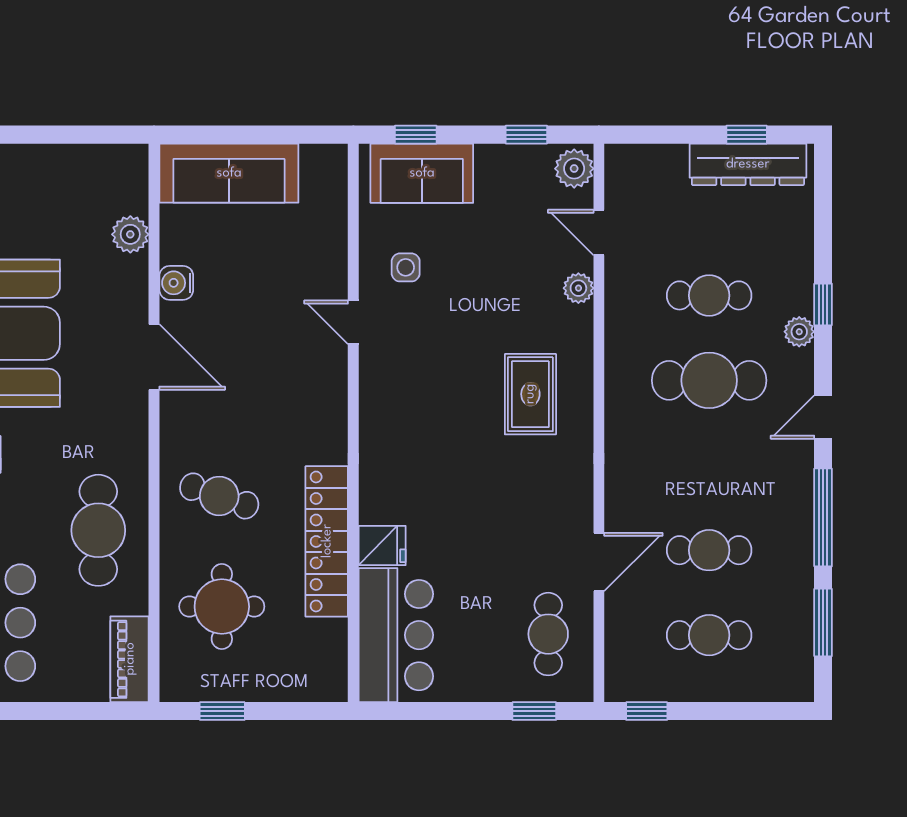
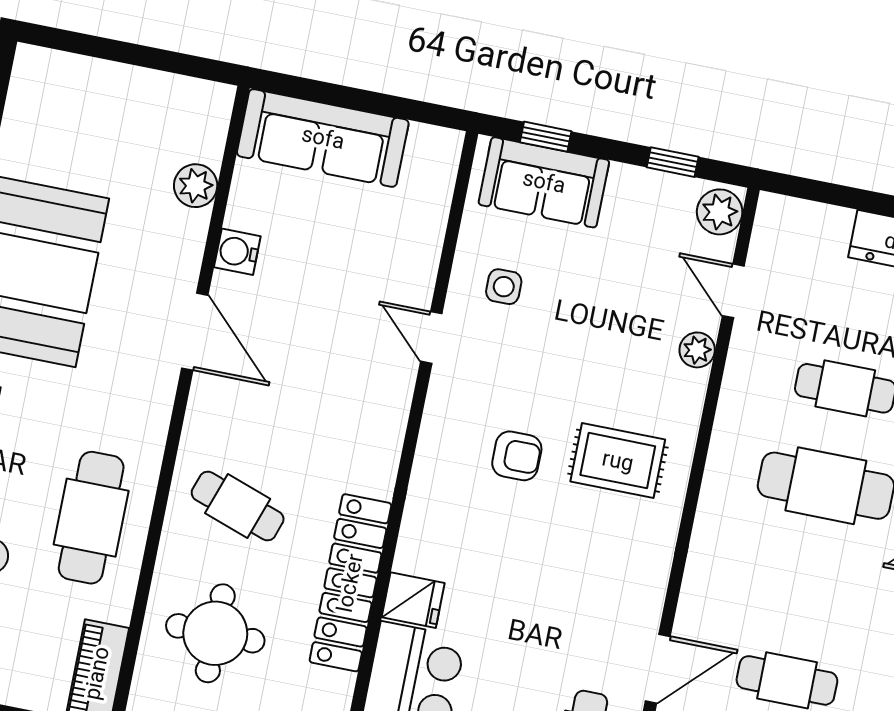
rug: (530, 394) -> (618, 461), turned 90
armchair: (445, 407) -> (517, 456), added

